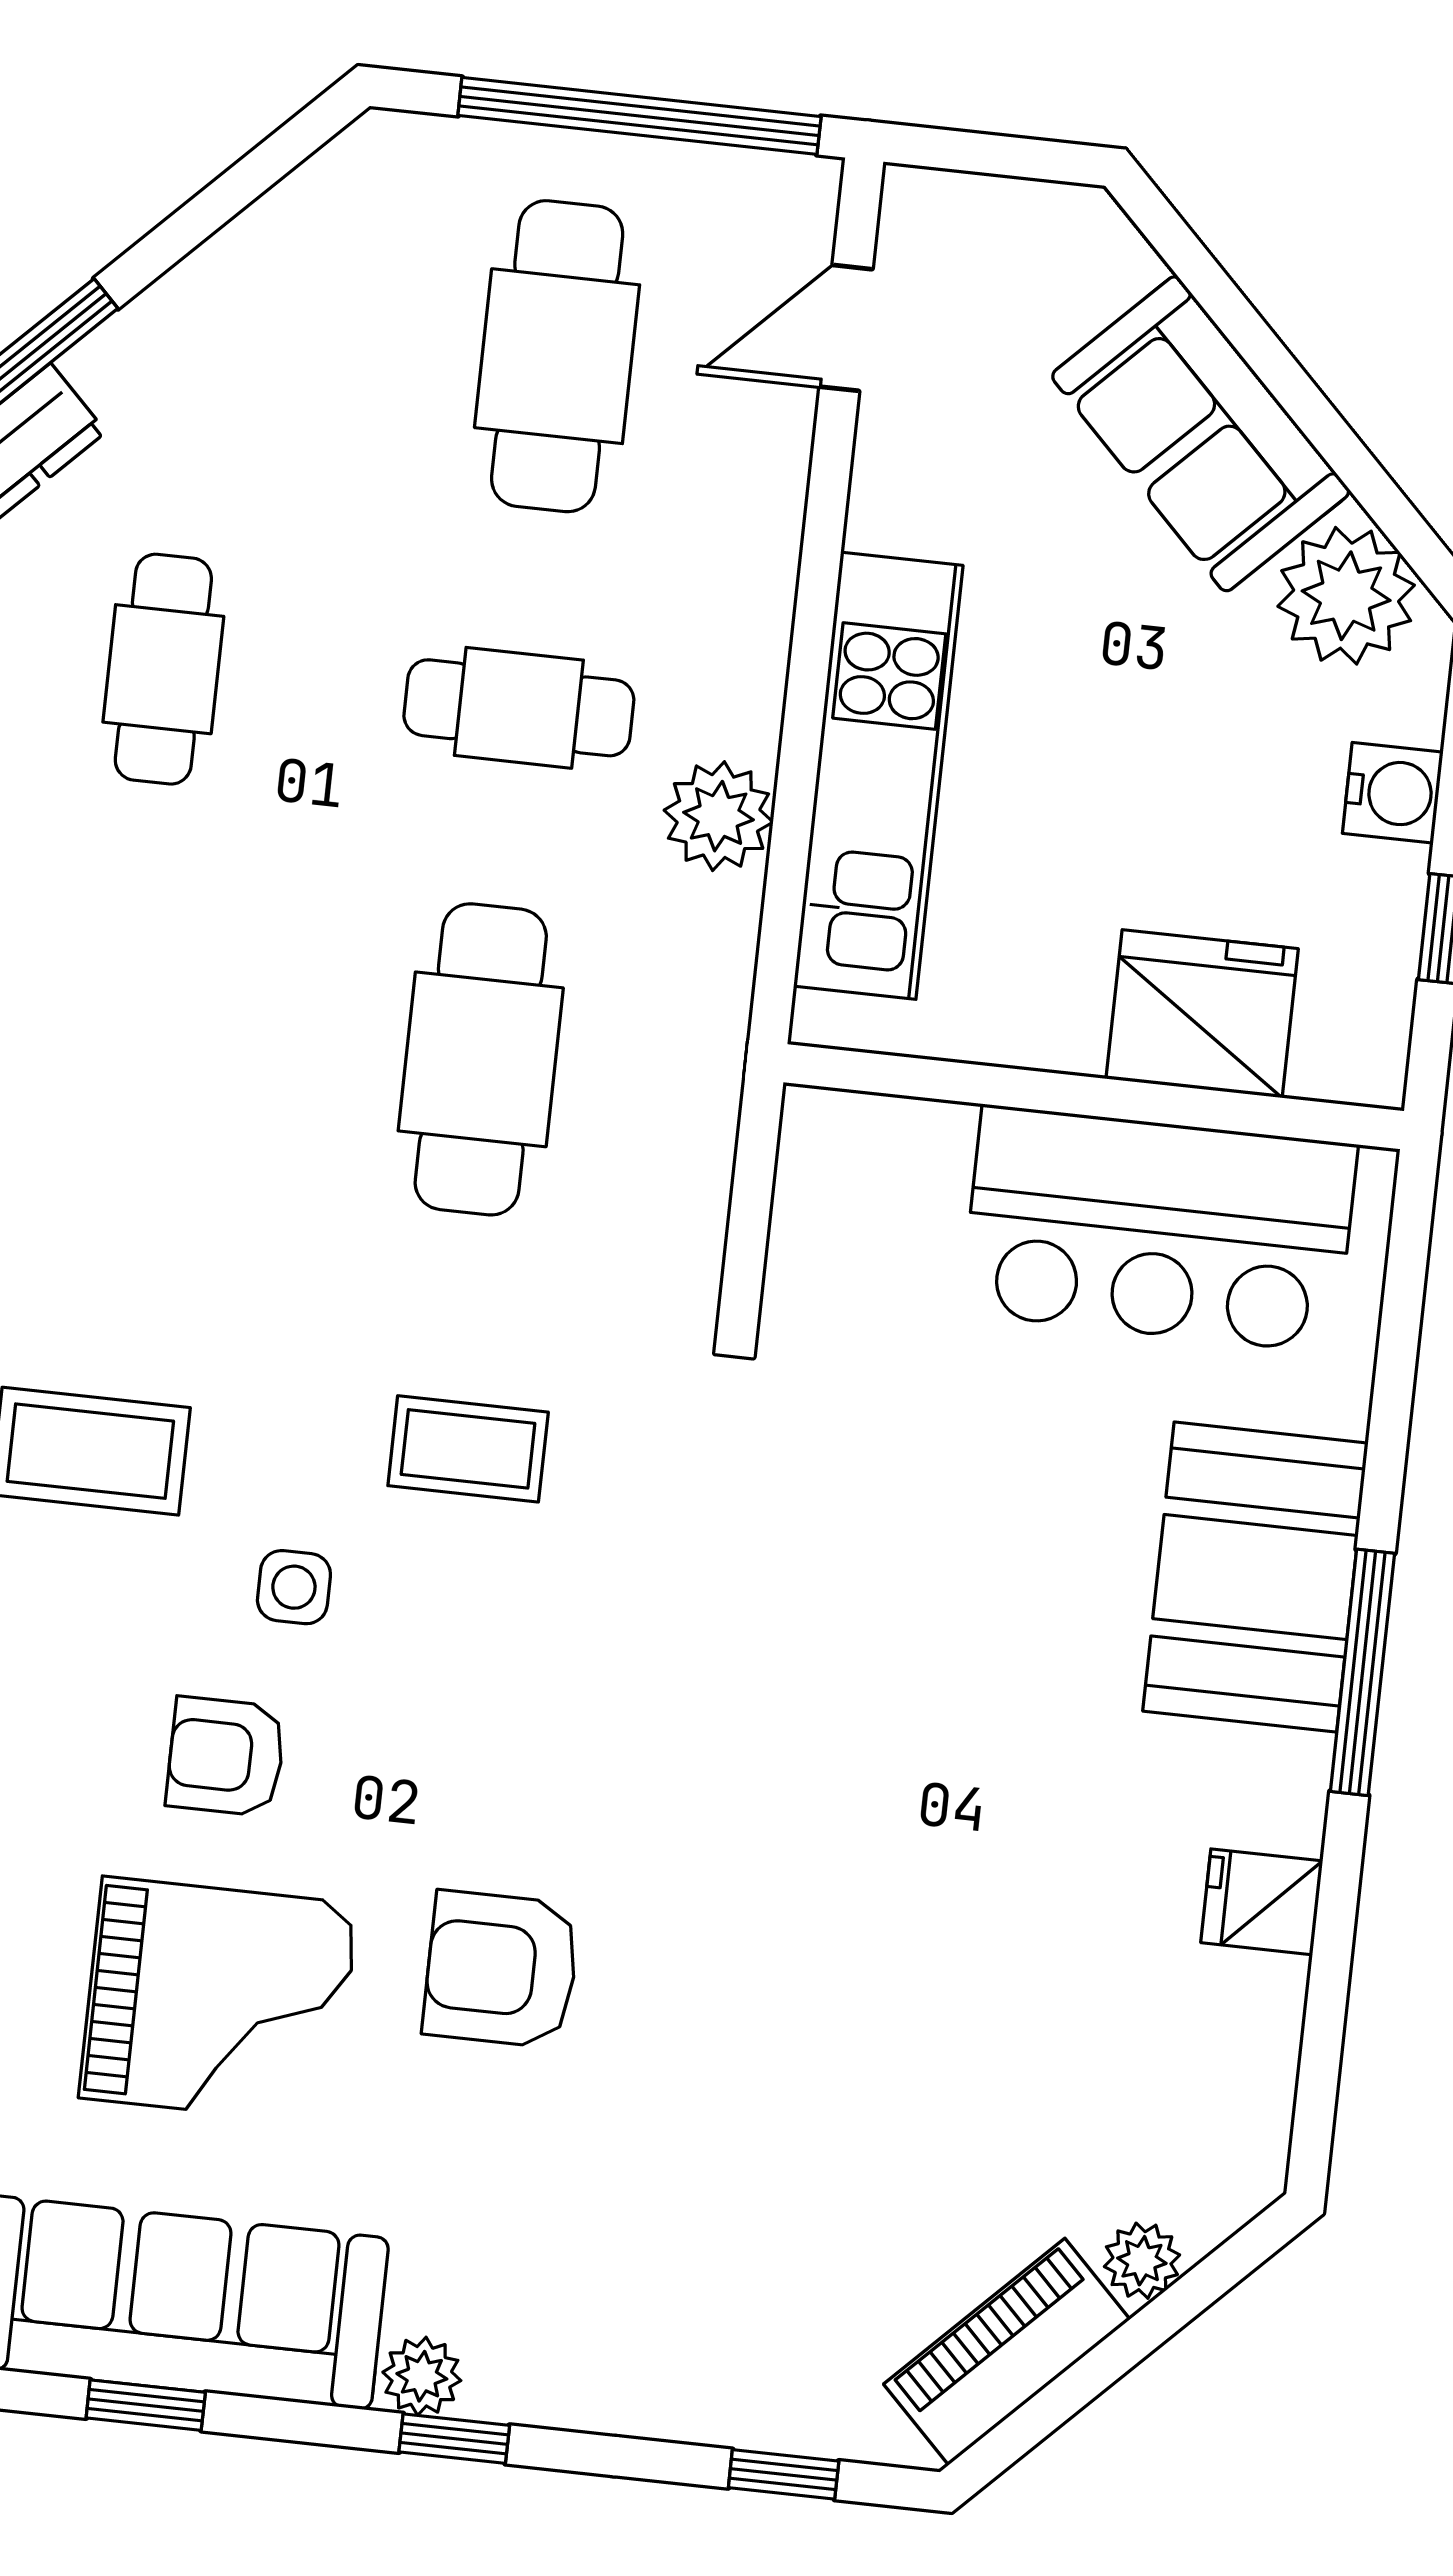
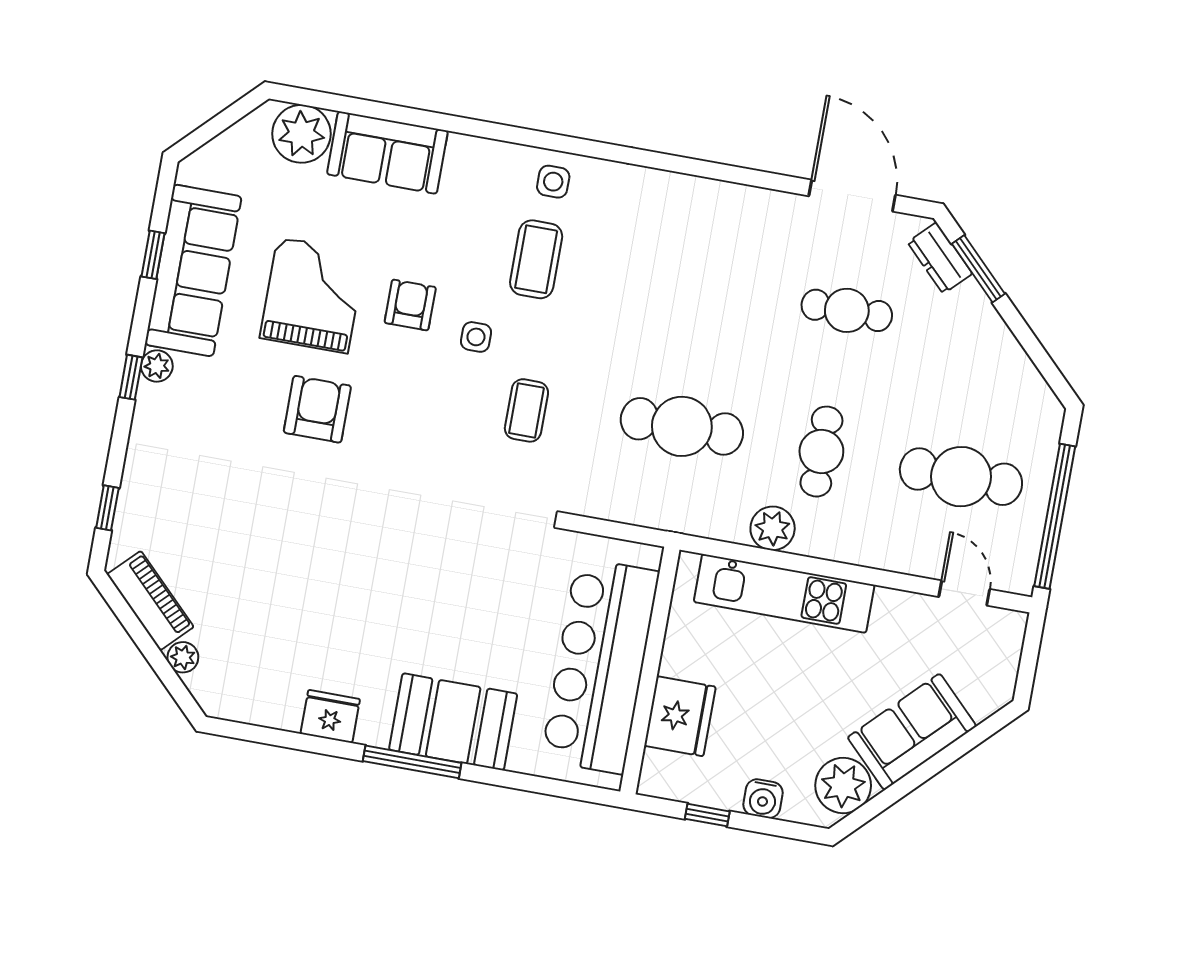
bar counter: (1159, 1229) -> (600, 666), width x1.36
fridge: (1262, 1902) -> (330, 716), width x1.38
grand piano: (218, 2001) -> (313, 295), turned 180

